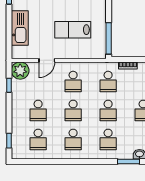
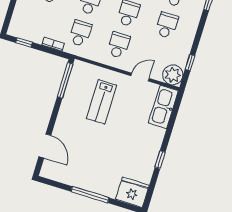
kitchen sink: (20, 28) -> (163, 107), moved
lab bench: (73, 30) -> (101, 102), turned 90

